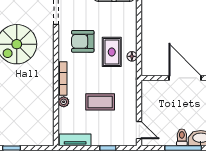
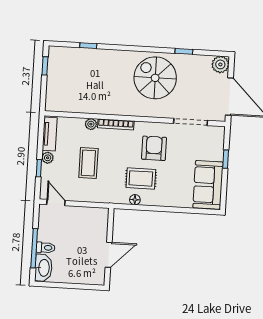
door: (185, 78) -> (109, 255), width x0.73
door: (139, 130) -> (56, 203), swing flipped
plant: (98, 140) -> (48, 158), added

